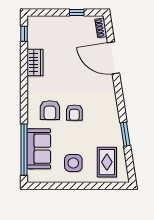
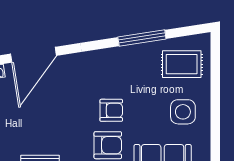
window: (125, 134) -> (142, 38), width x1.44

